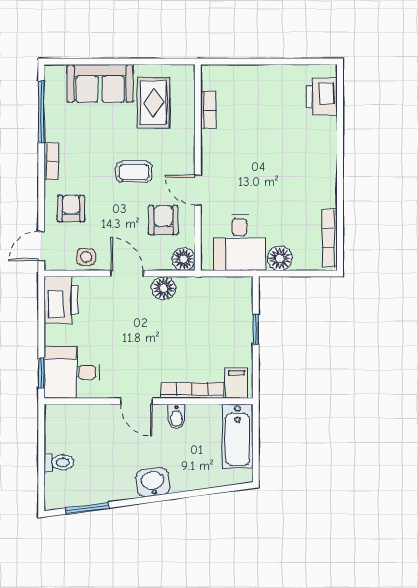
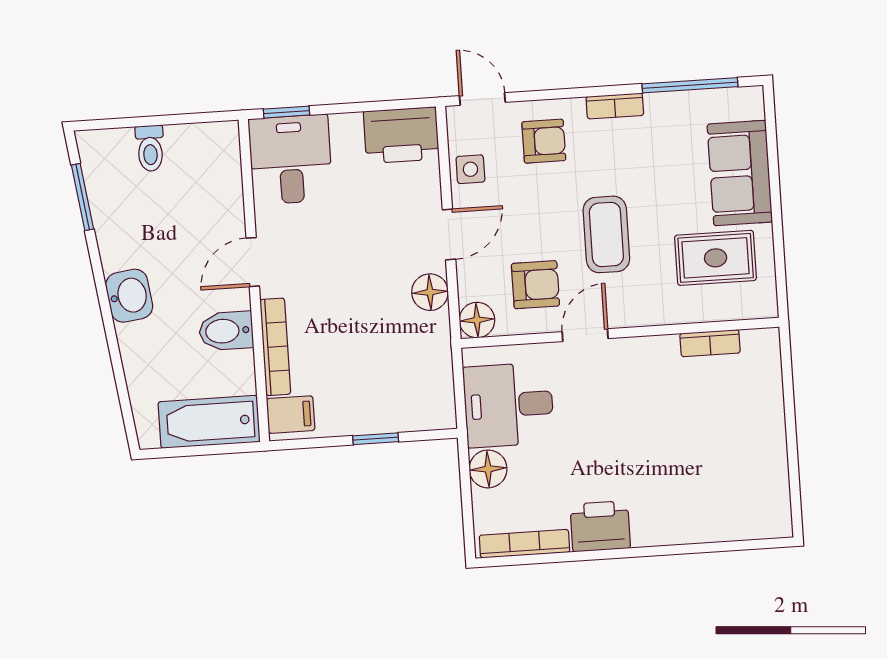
printer: (322, 97) -> (600, 526), moved
coffee table: (134, 172) -> (606, 234), width x1.36, depth x1.30
bidet: (176, 417) -> (226, 331), width x1.38, depth x1.36

